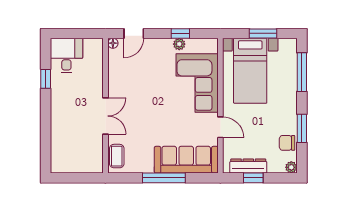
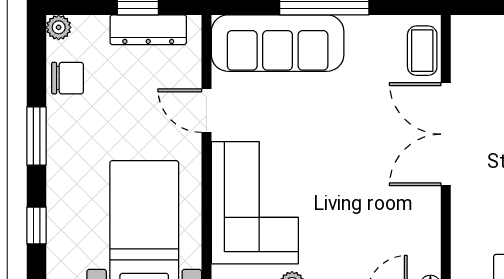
window: (302, 72) -> (37, 226), width x0.46
double door: (105, 116) -> (446, 134), width x1.37
window: (302, 128) -> (37, 136), moved

